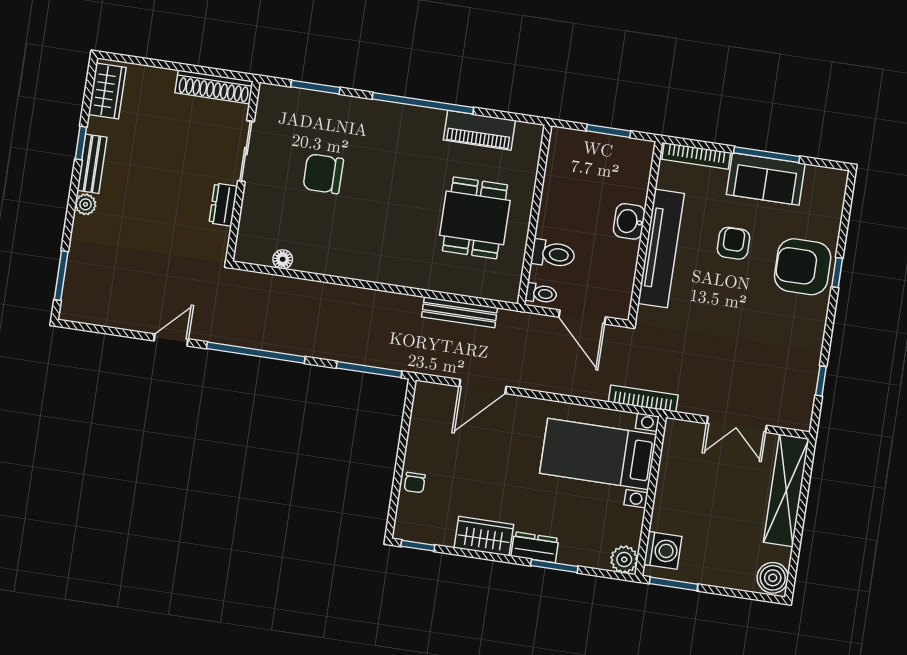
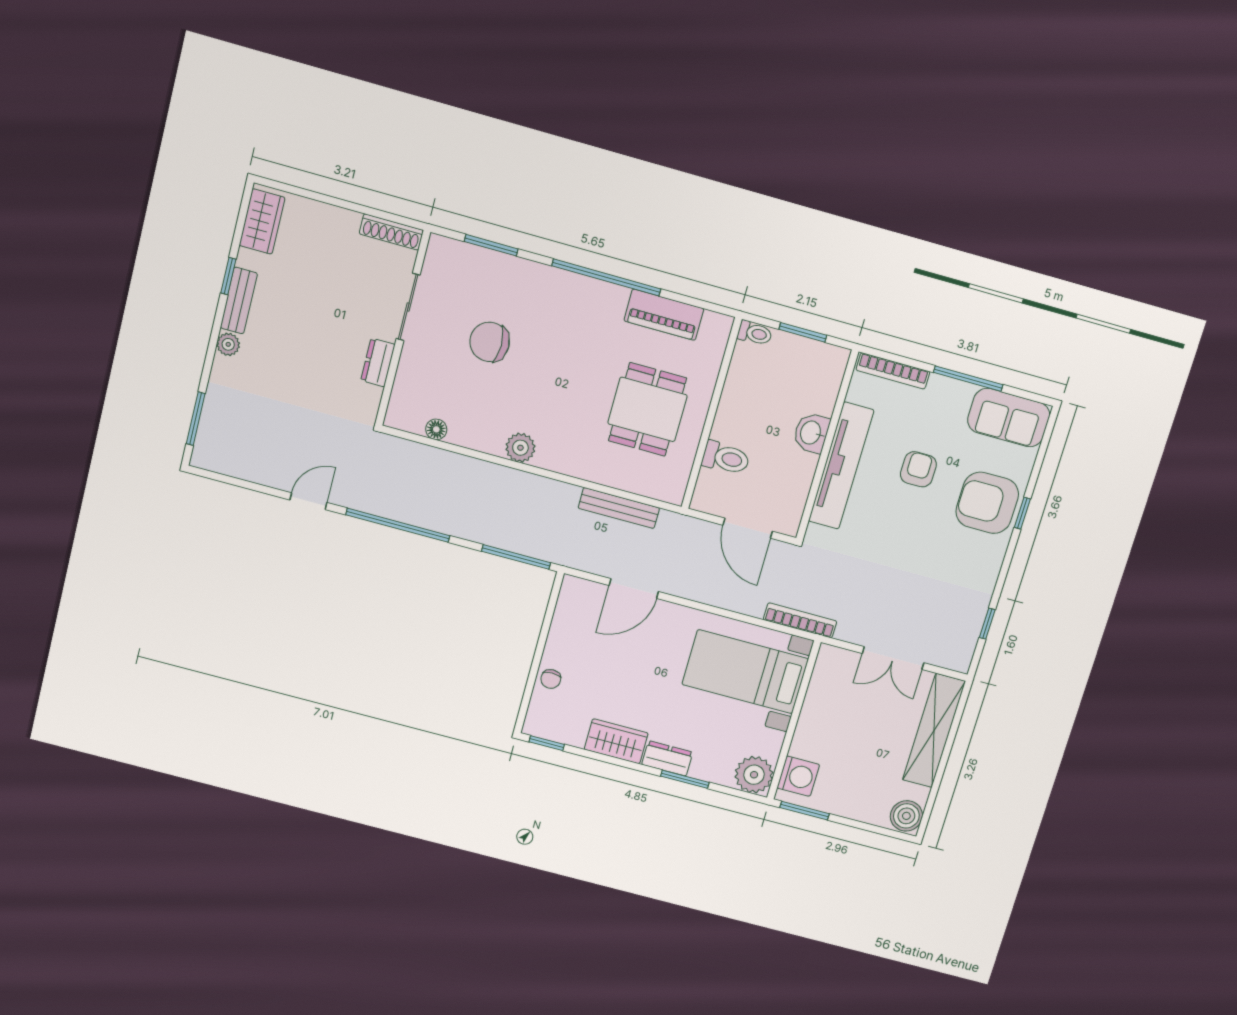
shoe rack: (214, 87) -> (391, 232), width x0.74, depth x0.81
sofa: (766, 179) -> (1009, 418), moved
plant: (362, 267) -> (520, 448), added
toilet: (541, 293) -> (755, 333), moved
plant: (624, 559) -> (754, 775), width x1.36, depth x1.36

